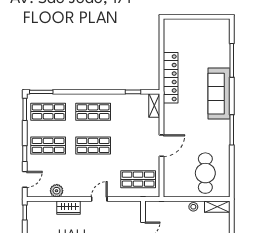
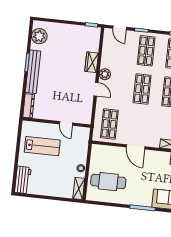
plant: (57, 191) -> (105, 74), moved

